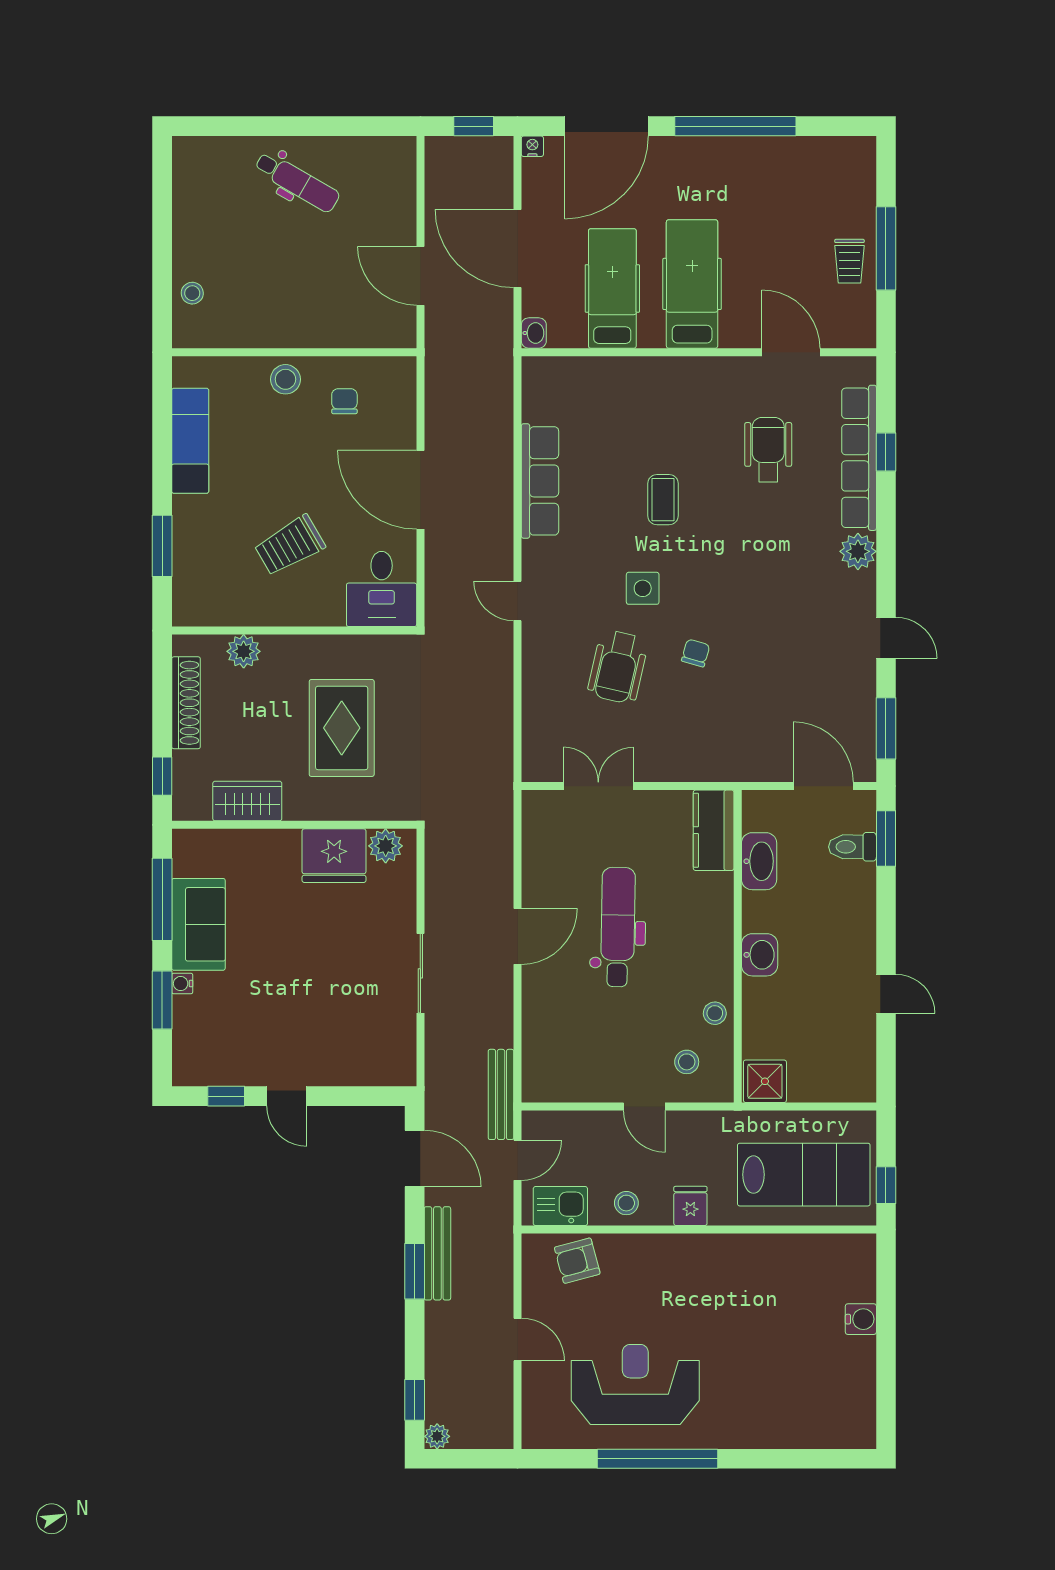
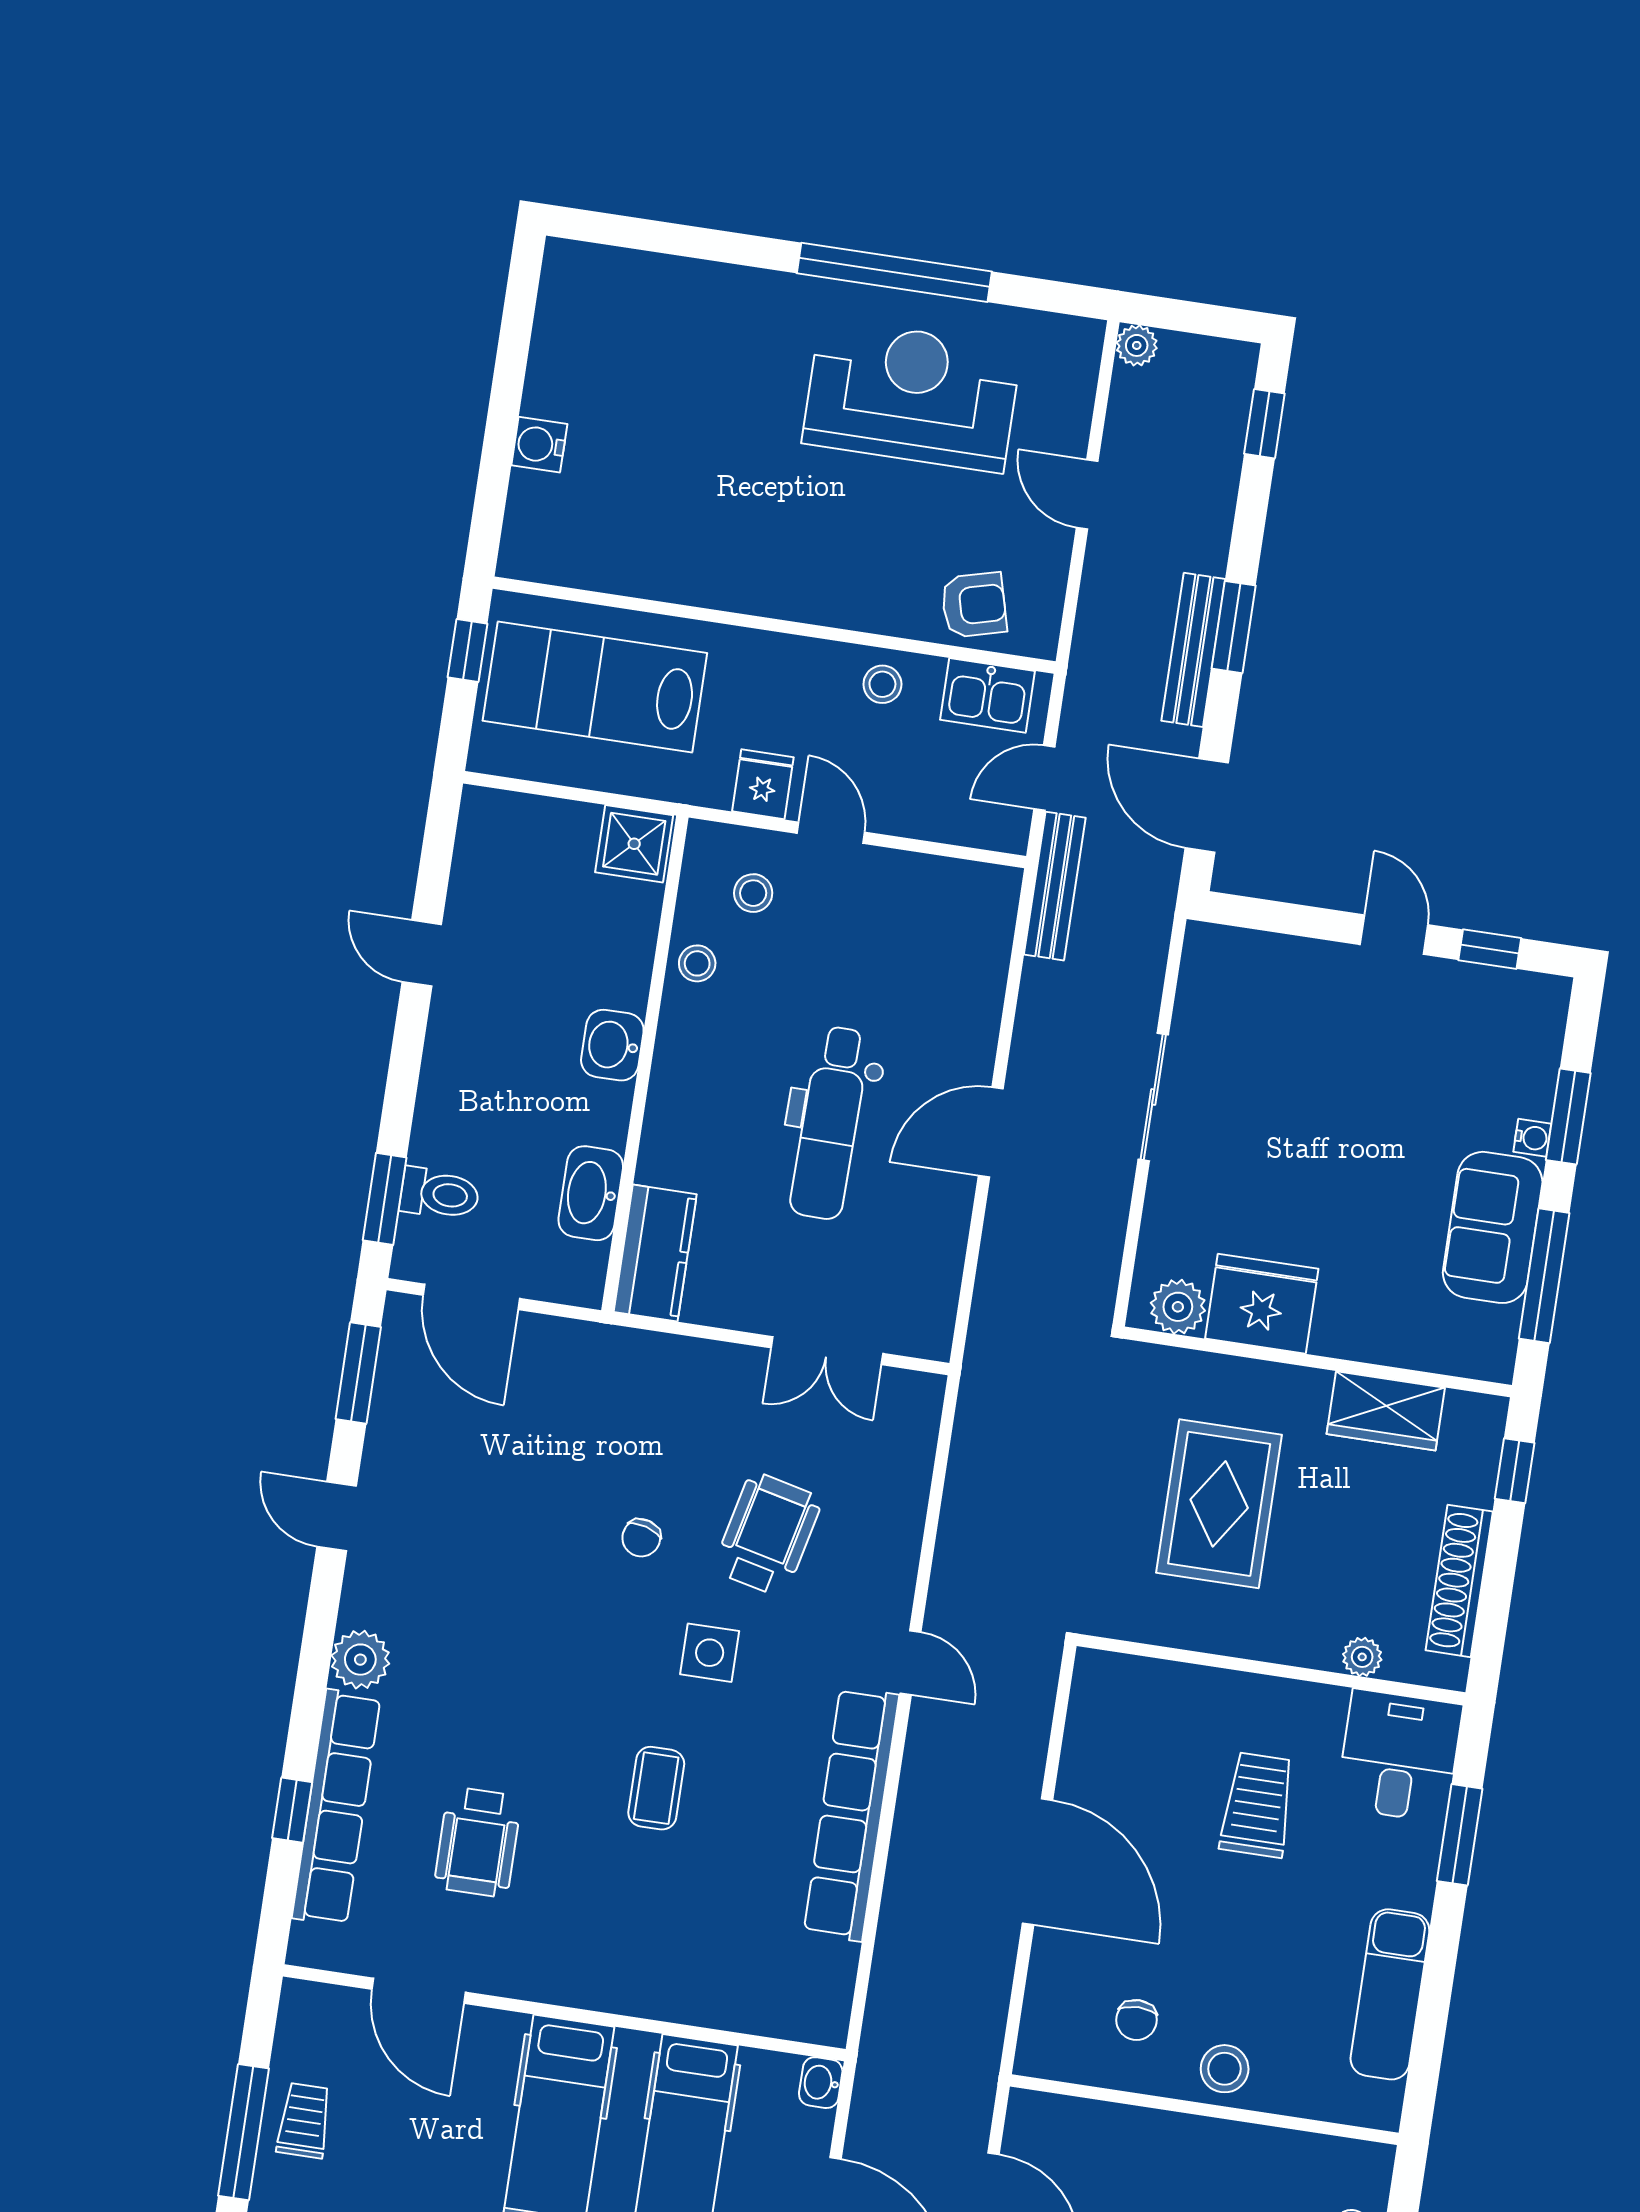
row of seats: (540, 481) -> (851, 1814), width x1.36
trolley: (290, 545) -> (1258, 1805), turned -60
desk: (382, 589) -> (1399, 1756), moved
plant: (244, 651) -> (1362, 1657), width x0.73, depth x0.73
fridge: (690, 1206) -> (763, 784), moved, turned 180
reception desk: (635, 1384) -> (912, 395), turned 180
plant: (437, 1436) -> (1137, 345), moved

